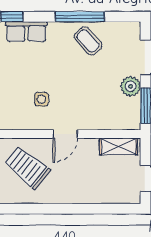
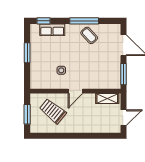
plant: (131, 86) -> (115, 63), removed

